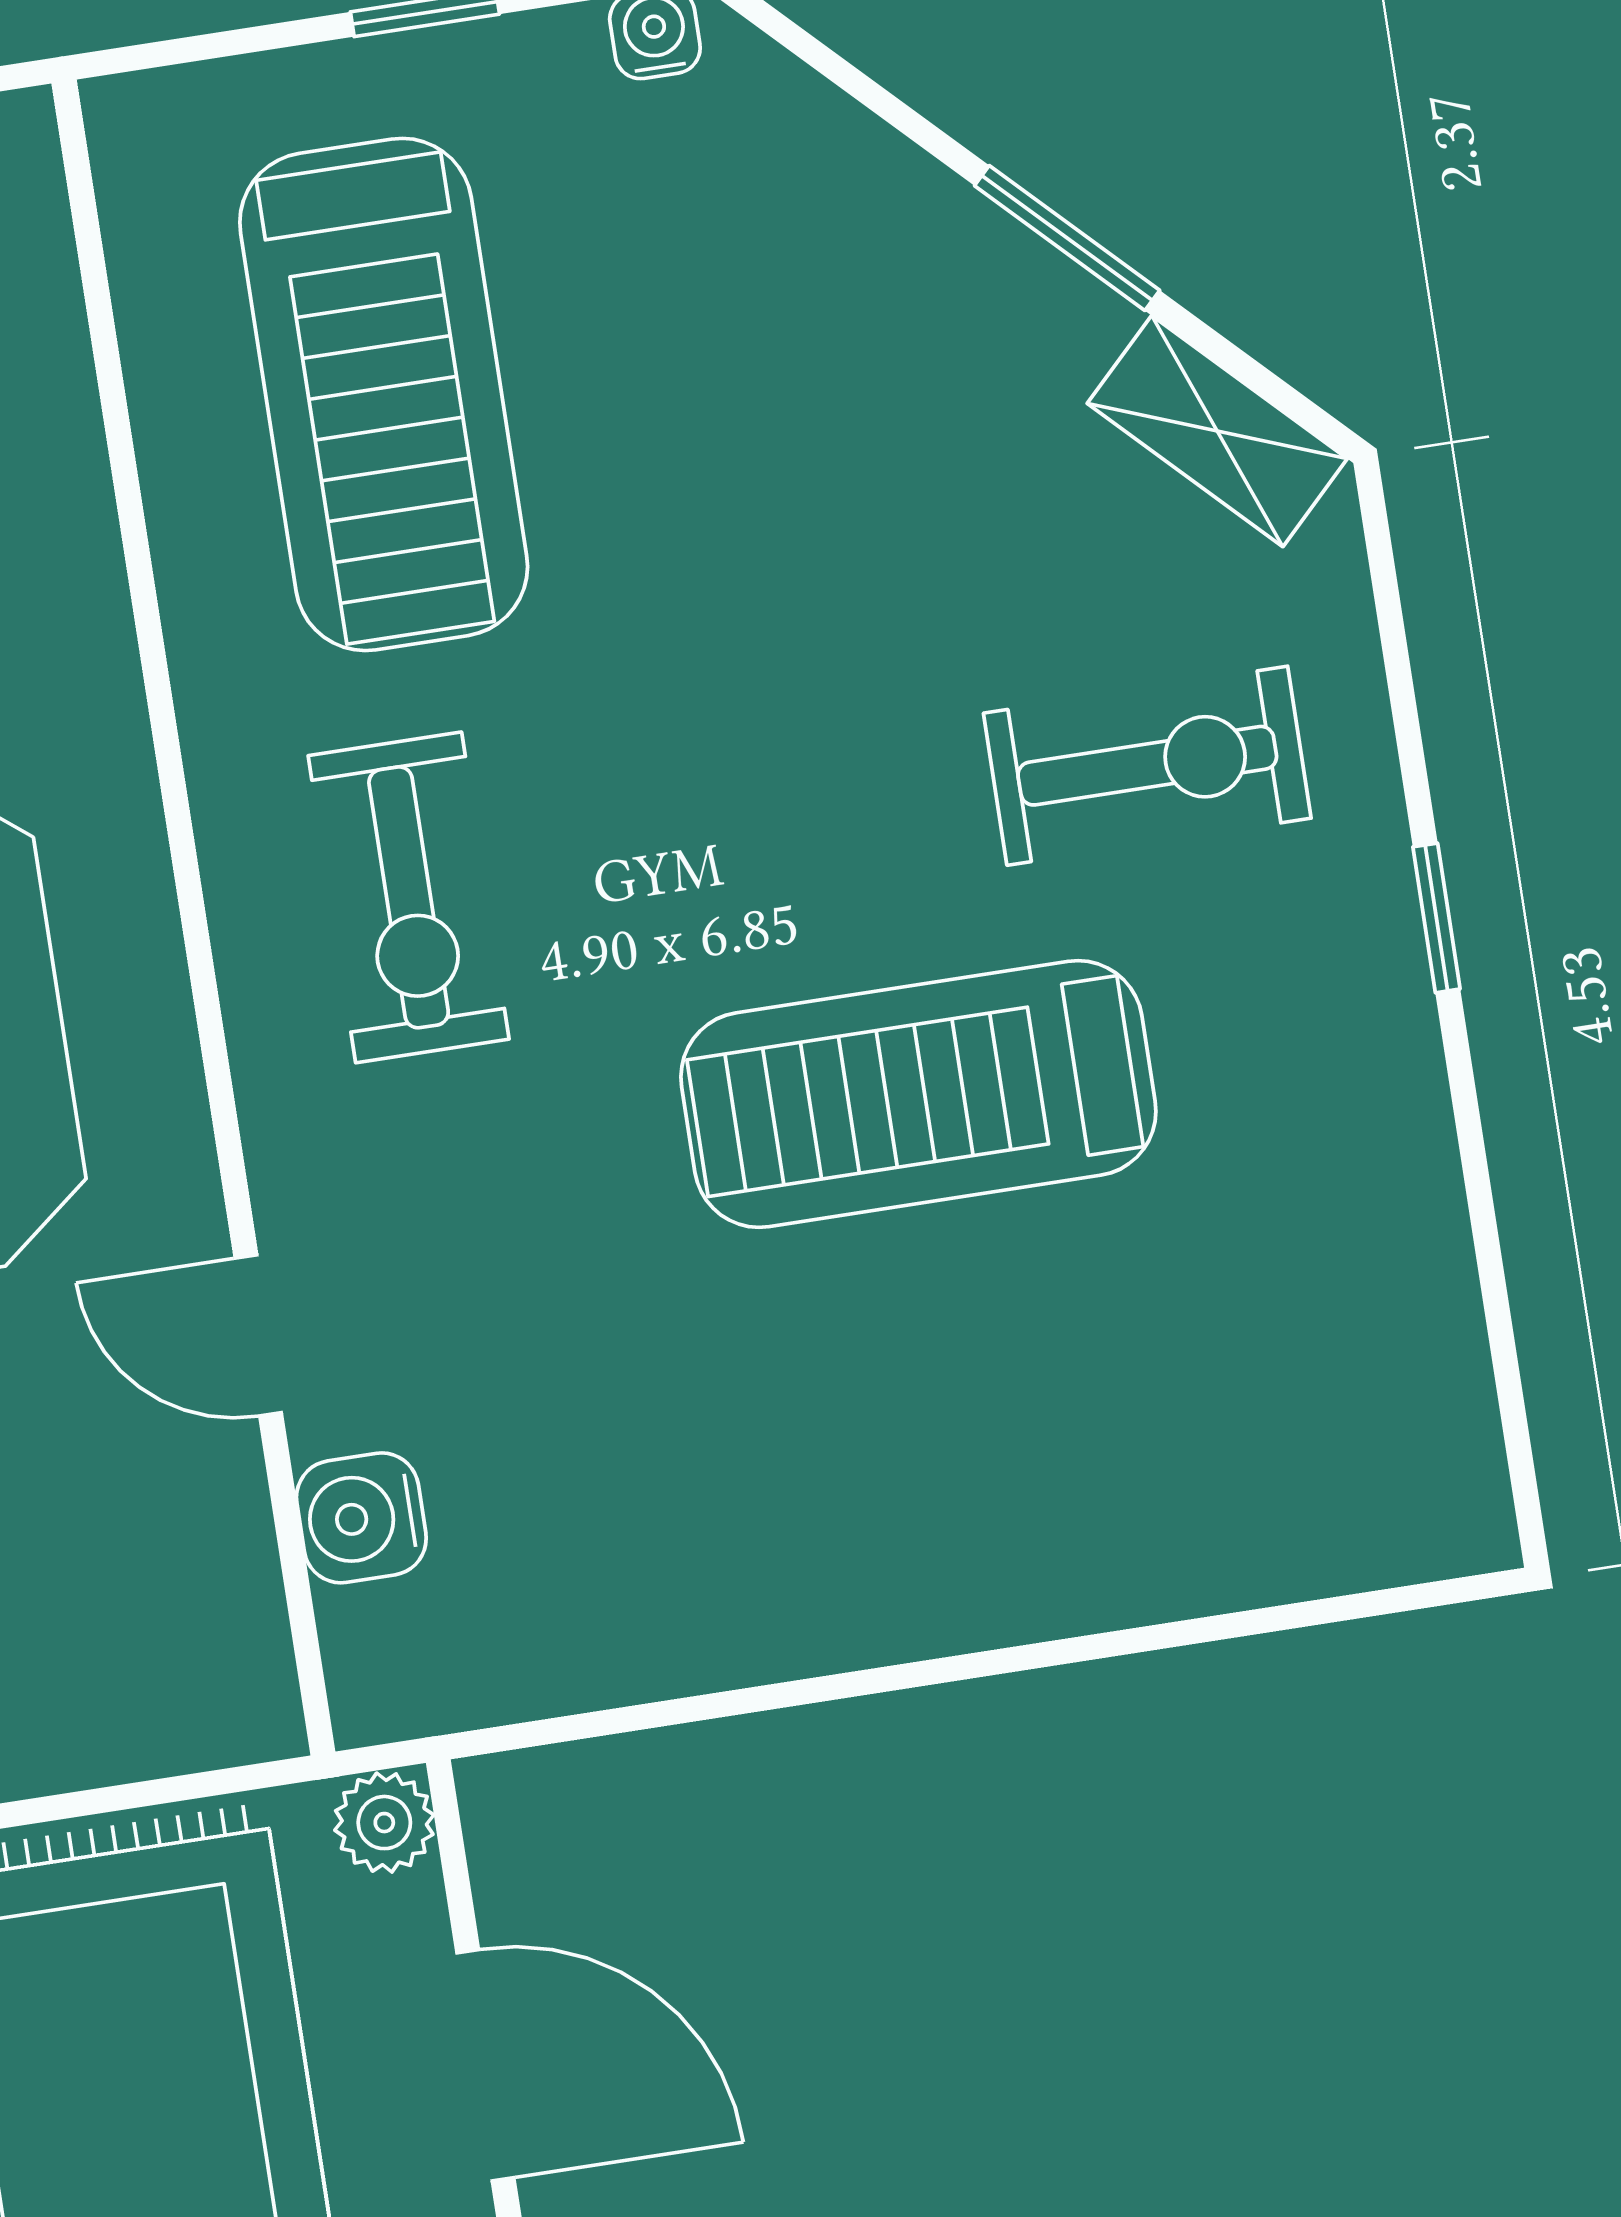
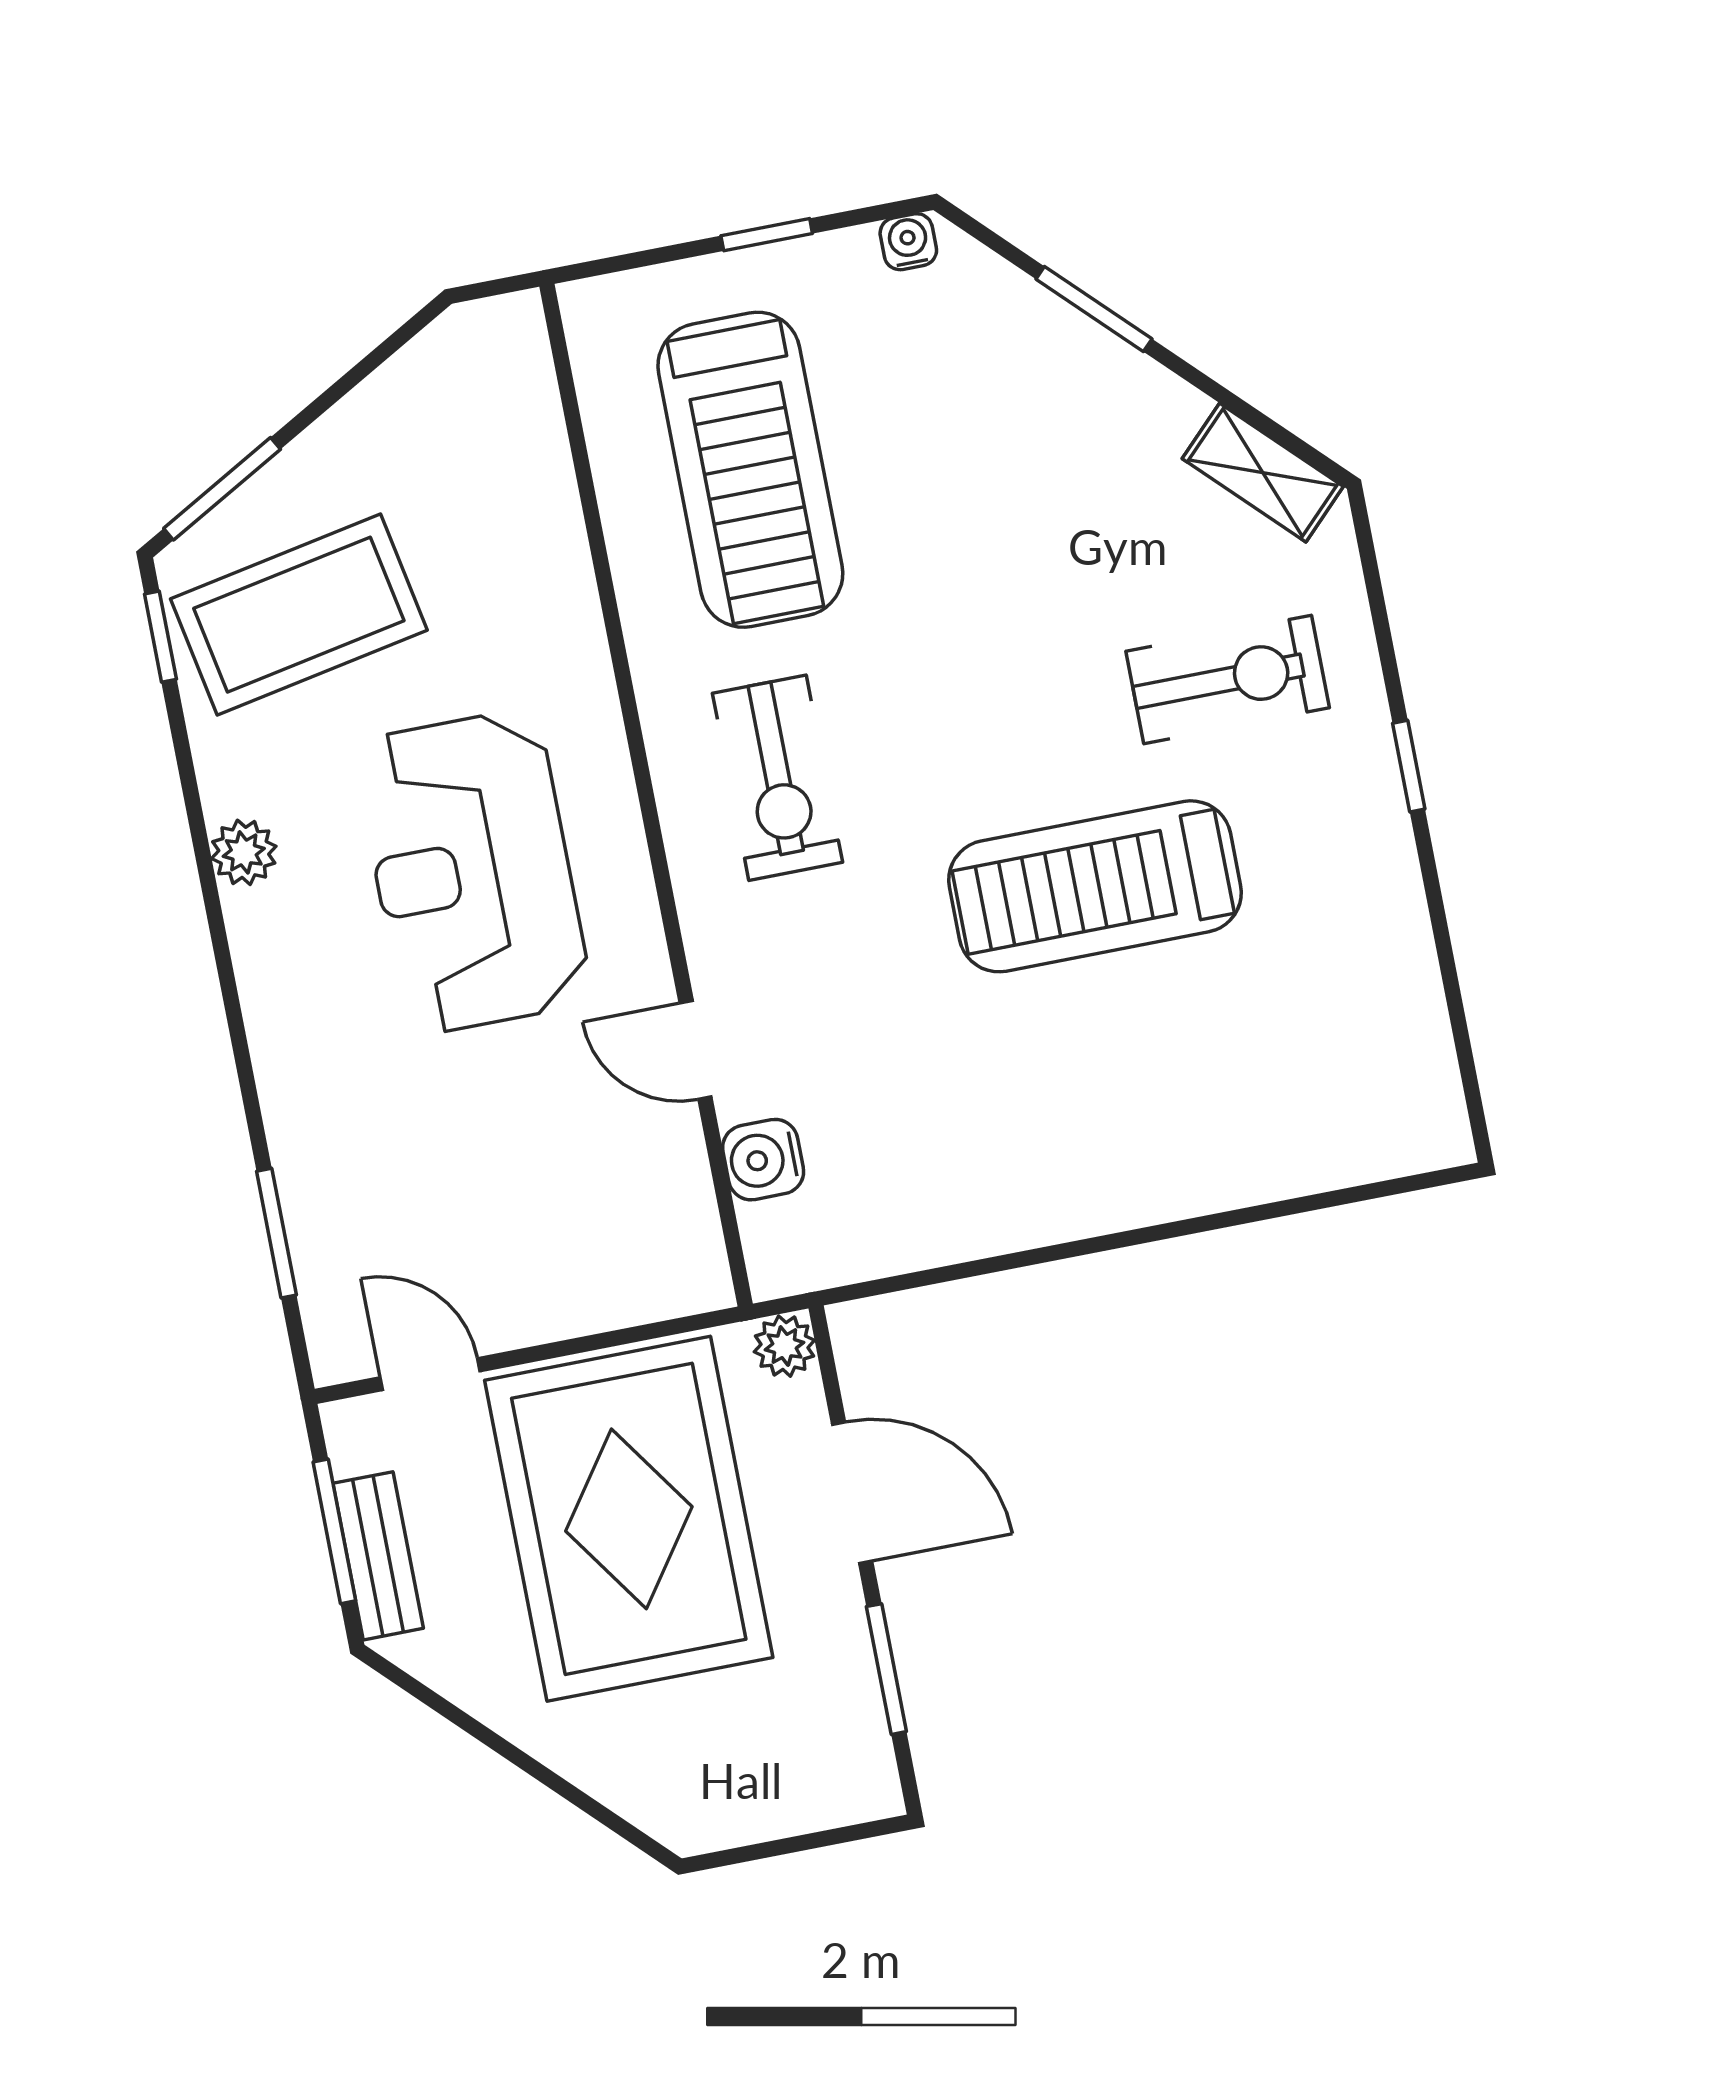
window: (1067, 238) -> (1094, 309), moved

